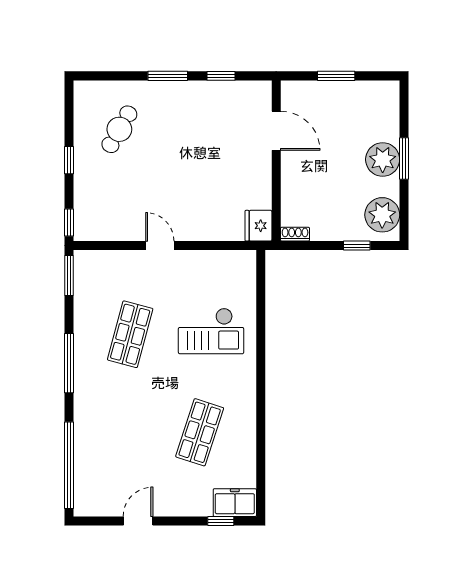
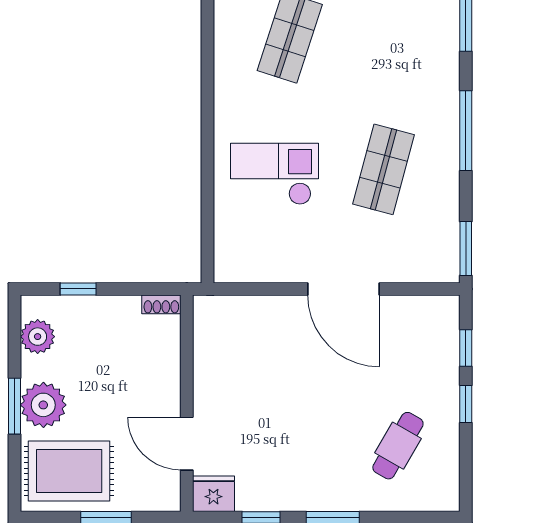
rug: (364, 110) -> (69, 471), added
plant: (382, 215) -> (38, 337), width x0.73, depth x0.73
window: (69, 222) -> (466, 348), moved
fridge: (258, 226) -> (213, 494), moved, turned -90
door: (160, 246) -> (343, 289), width x1.87

